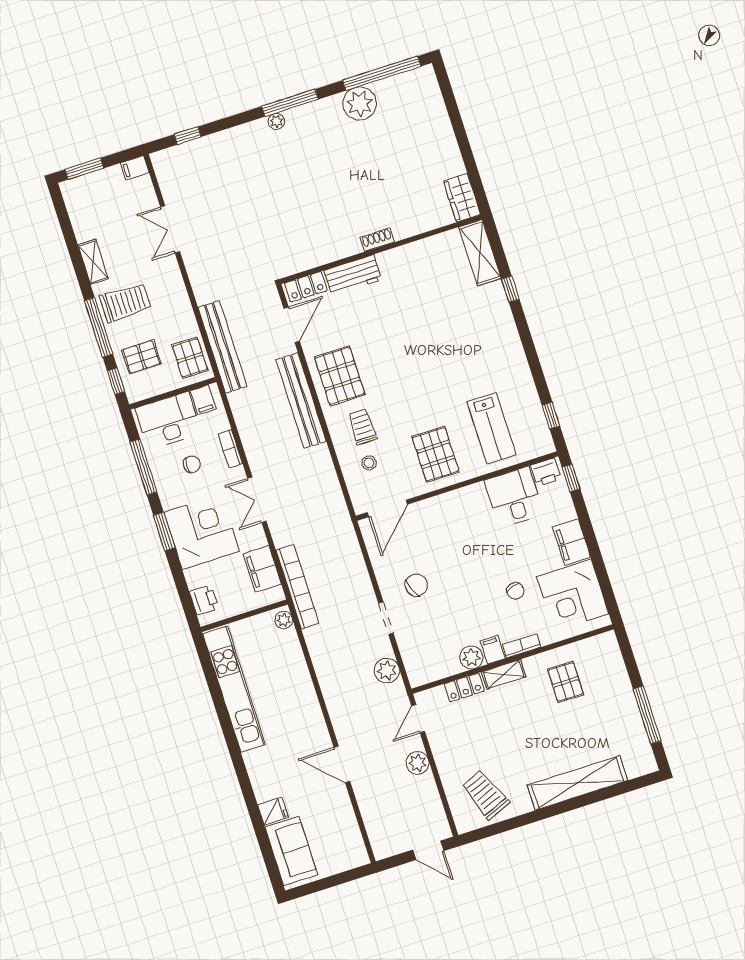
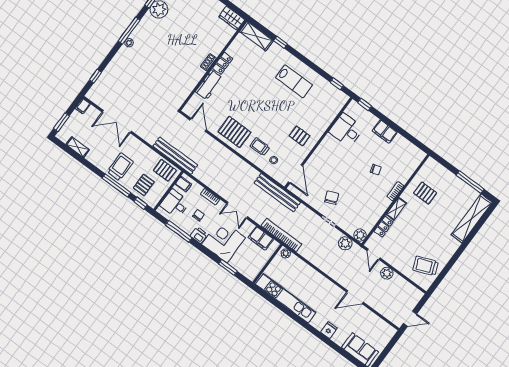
double door: (170, 229) -> (117, 122), width x1.37
shelving: (93, 262) -> (78, 147), moved
locker: (306, 287) -> (223, 63), moved
bench: (301, 401) -> (277, 193), moved
desk: (168, 421) -> (175, 204), width x0.73
lab bench: (492, 428) -> (294, 81), moved
pallet: (436, 454) -> (299, 136), width x0.67, depth x0.71
printer: (546, 472) -> (352, 110), removed
window: (164, 531) -> (228, 268), moved
corner desk: (573, 595) -> (401, 154), removed
printer: (204, 600) -> (199, 235), moved
filing cabinet: (493, 650) -> (384, 202), removed
plant: (471, 657) -> (360, 235), moved
shelving: (578, 783) -> (472, 218), moved
fridge: (273, 811) -> (329, 330), moved
door: (428, 850) -> (410, 319), moved

